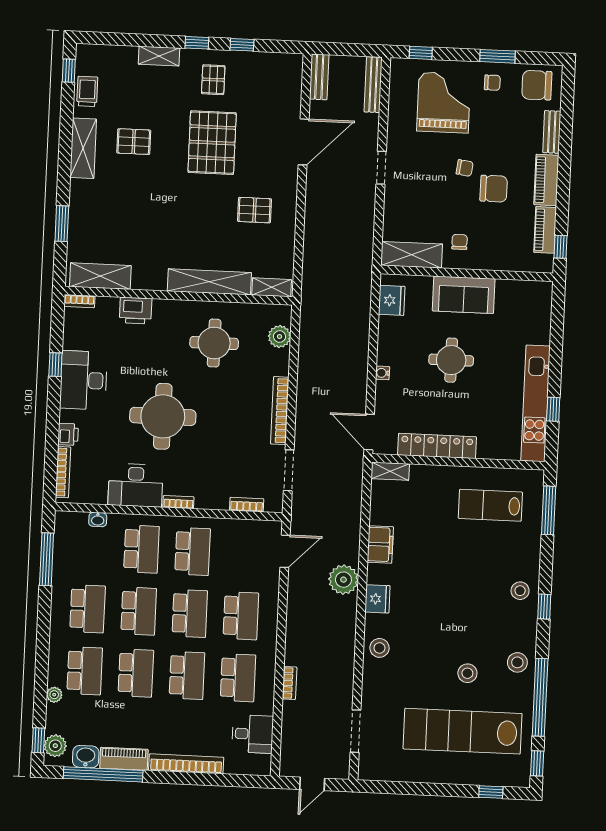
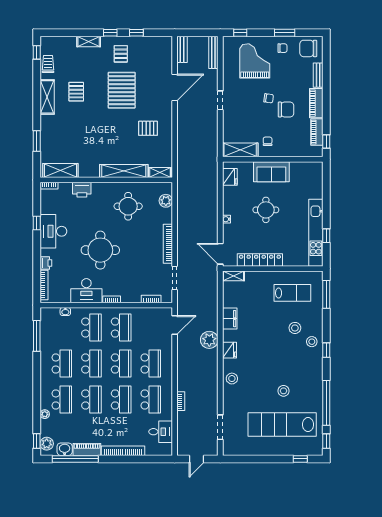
pallet: (134, 142) -> (76, 92), turned 90
lab bench: (490, 505) -> (292, 293), turned 180
stool: (517, 662) -> (295, 328), moved

